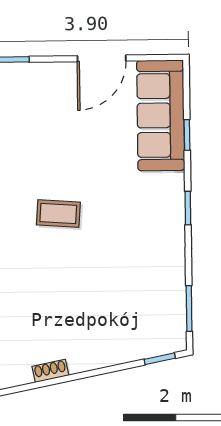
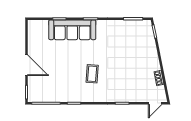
door: (102, 58) -> (26, 65), moved
sofa: (161, 115) -> (72, 30), moved

